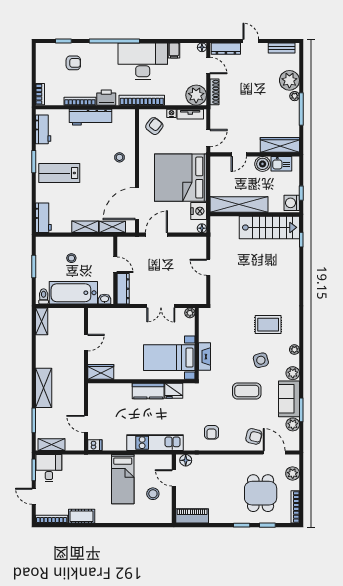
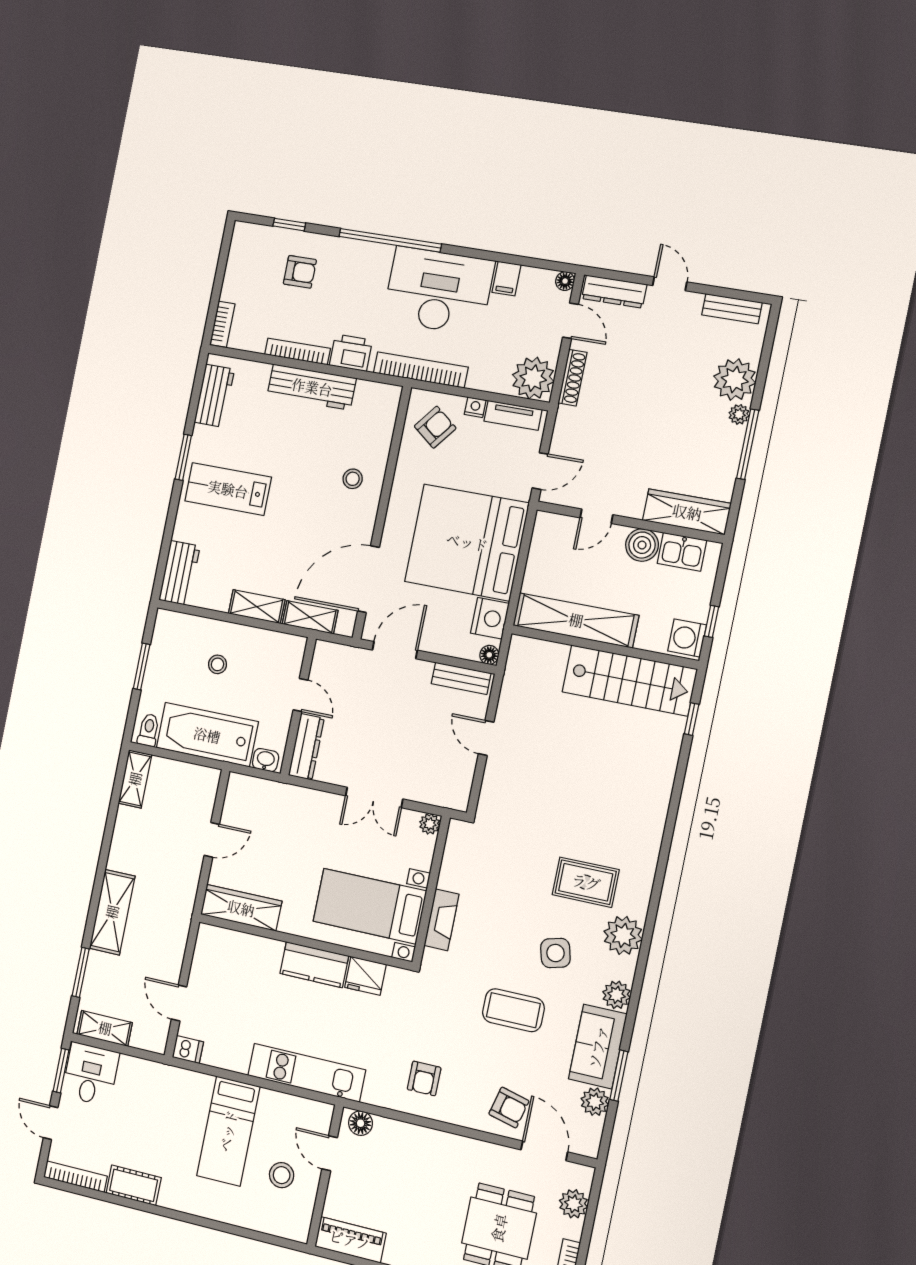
bench: (191, 242) -> (461, 678), added
plant: (294, 350) -> (623, 935), width x1.87, depth x1.87
wardrobe: (101, 372) -> (241, 908), width x1.50

